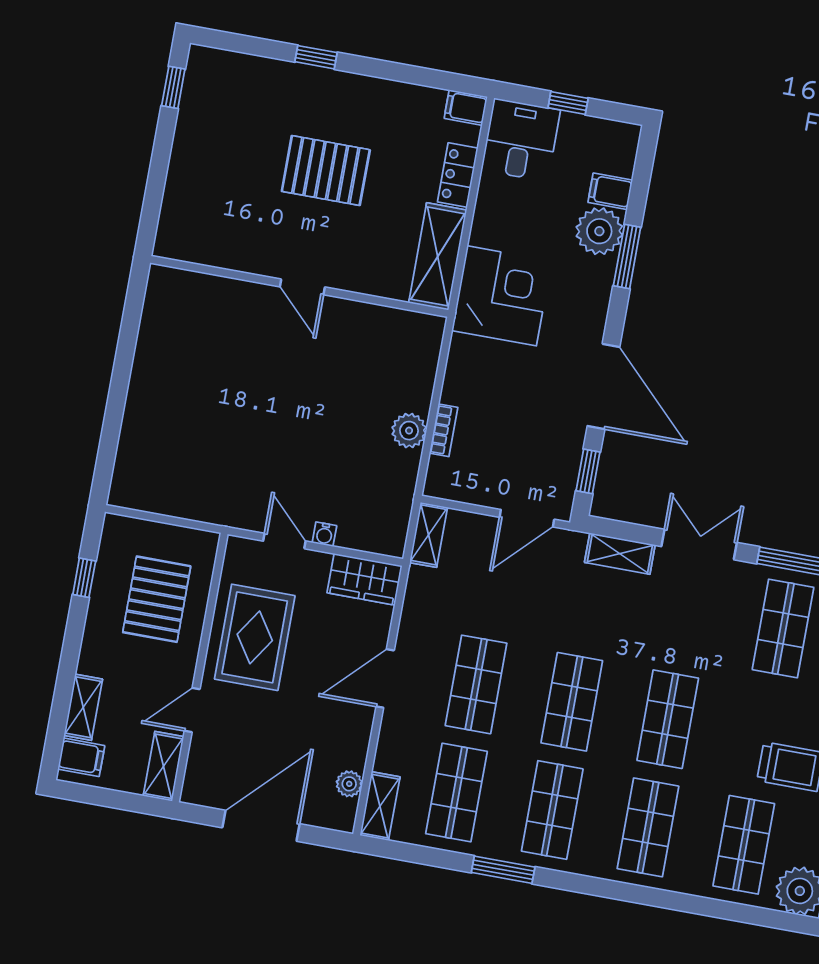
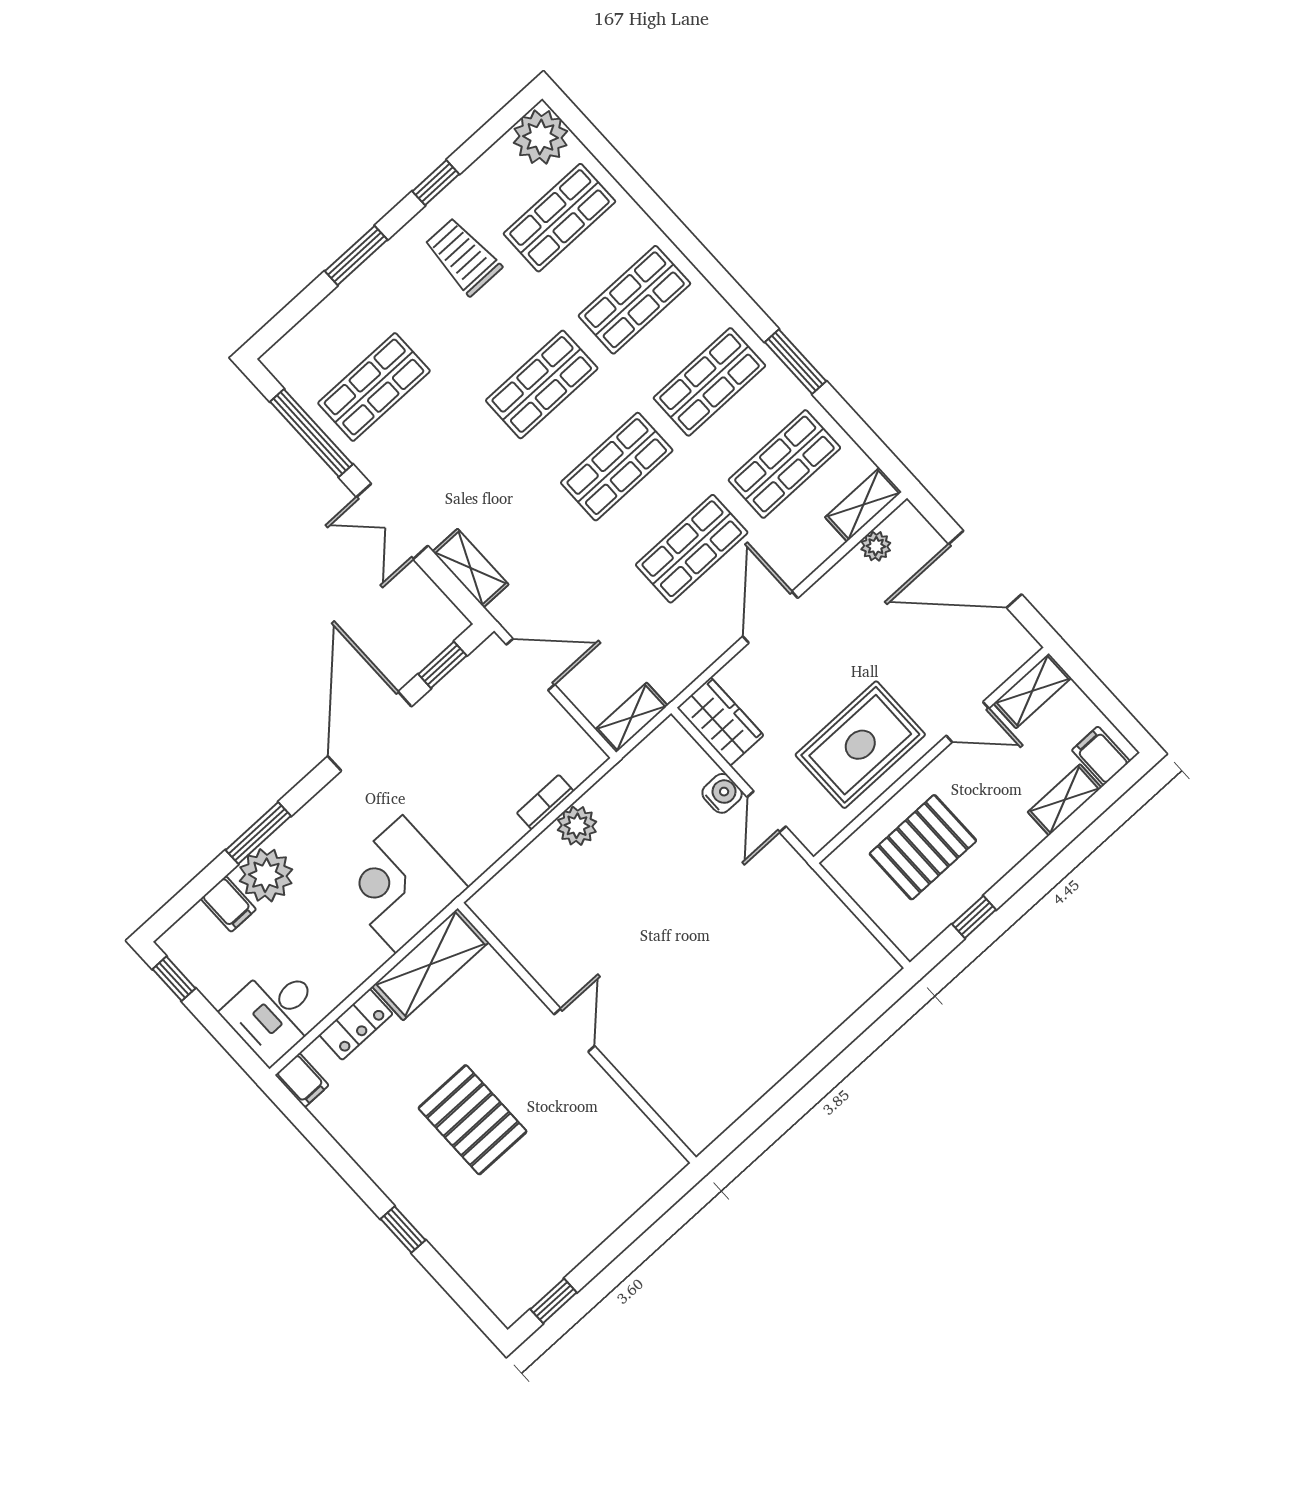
window: (568, 103) -> (174, 979), moved
water cooler: (324, 534) -> (722, 793), width x1.38, depth x1.38
door: (385, 678) -> (770, 617), swing flipped

